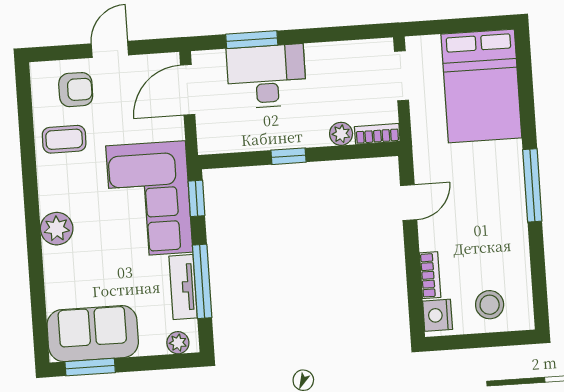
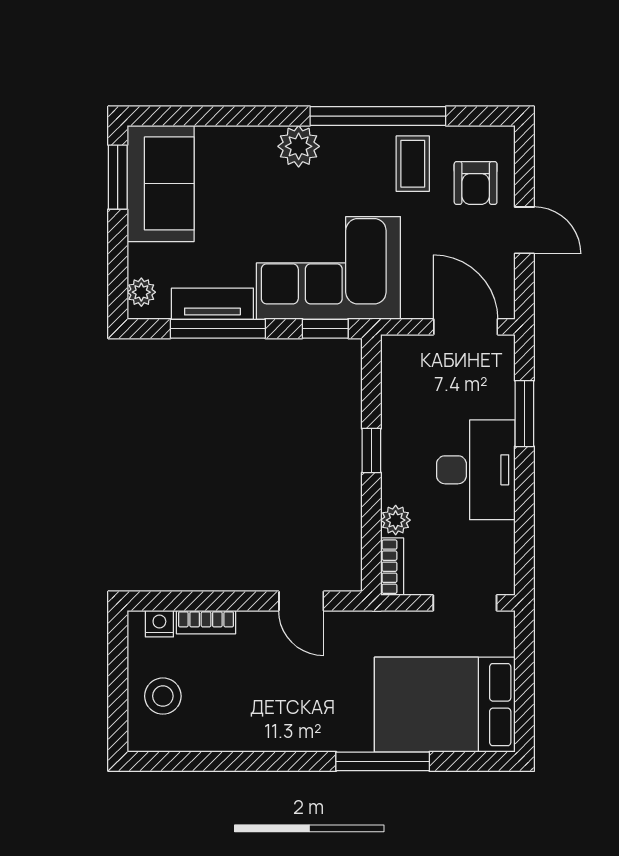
desk: (266, 76) -> (476, 470), moved
window: (29, 169) -> (378, 116), added
window: (532, 185) -> (383, 761), moved
nightstand: (438, 315) -> (159, 624), width x0.72, depth x0.74

